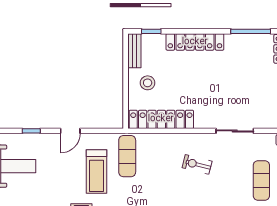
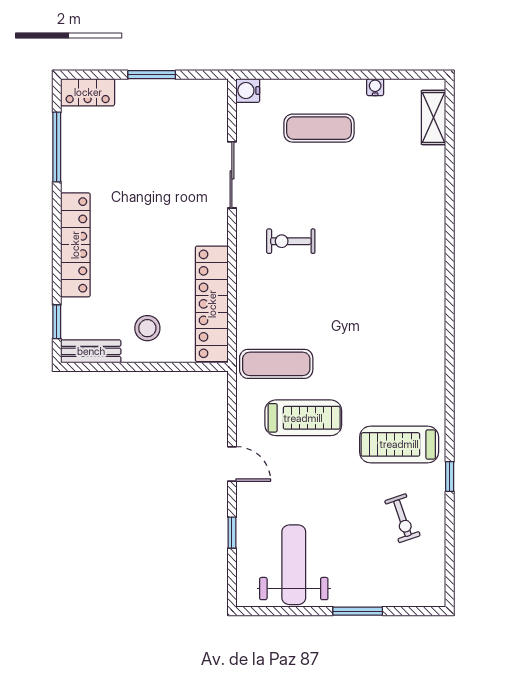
exercise bike: (197, 164) -> (291, 241), turned 76

